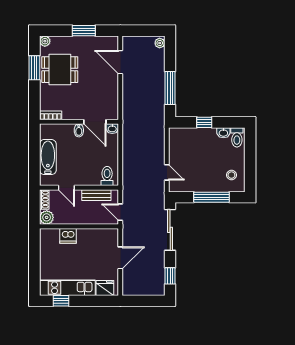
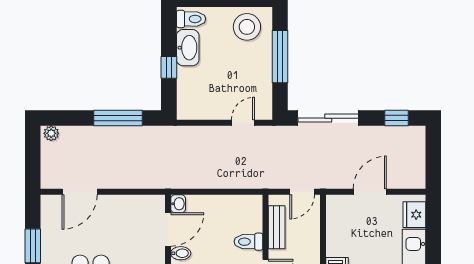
washbasin: (223, 133) -> (188, 48), width x1.91, depth x1.45
stool: (231, 175) -> (247, 27), width x1.89, depth x1.89
toilet: (107, 176) -> (248, 242), moved
door: (120, 258) -> (370, 192), hinge flipped

